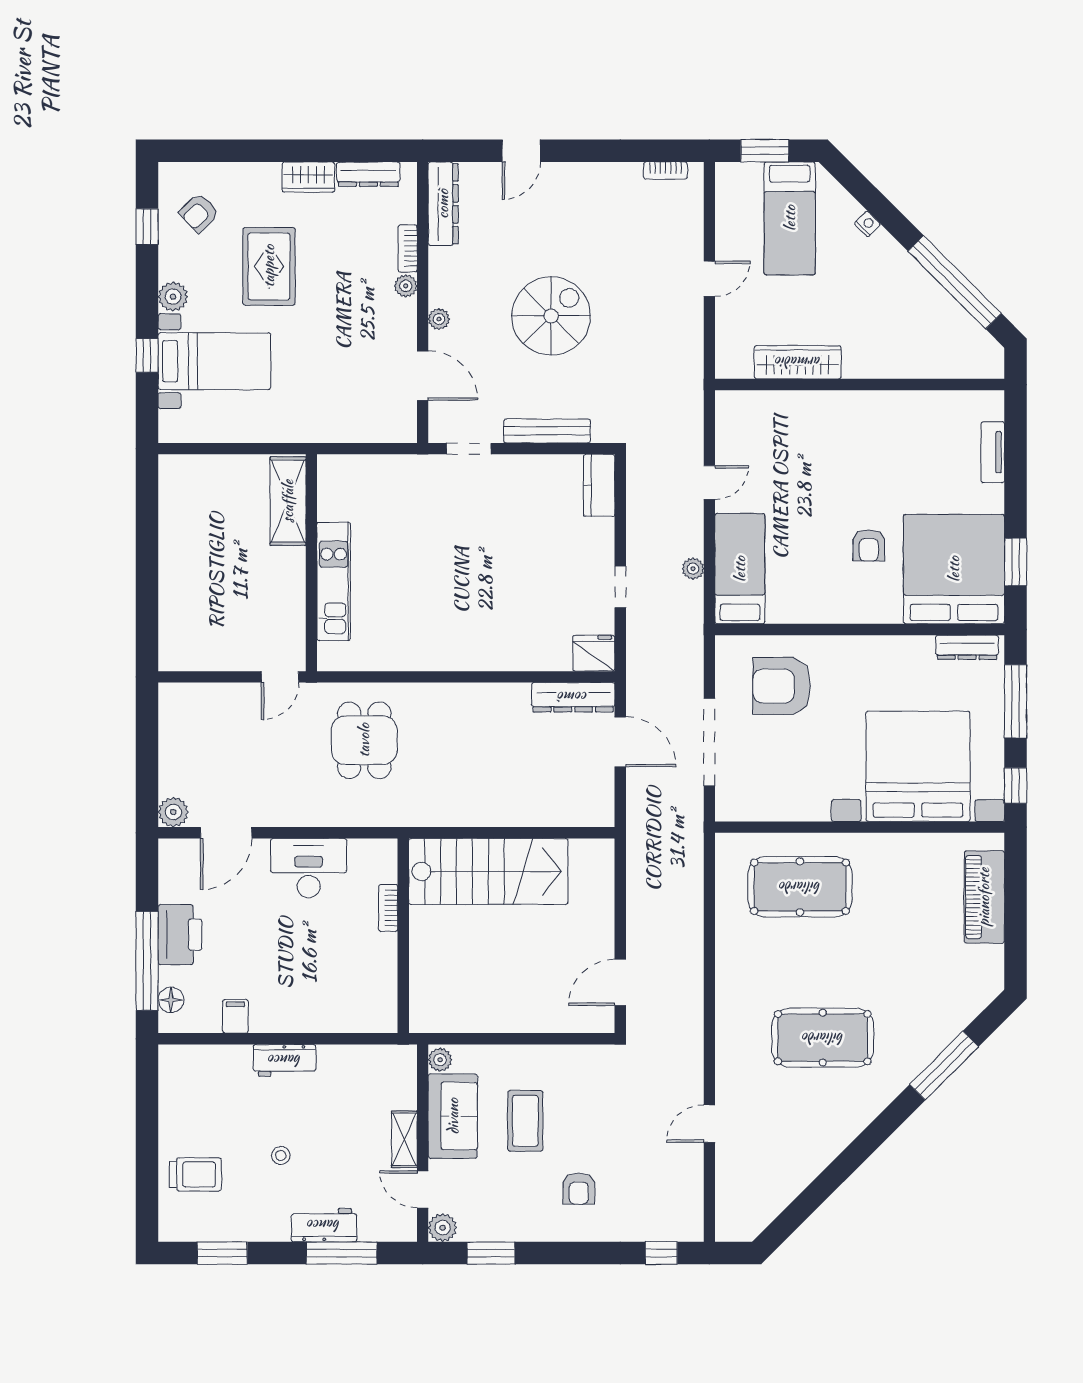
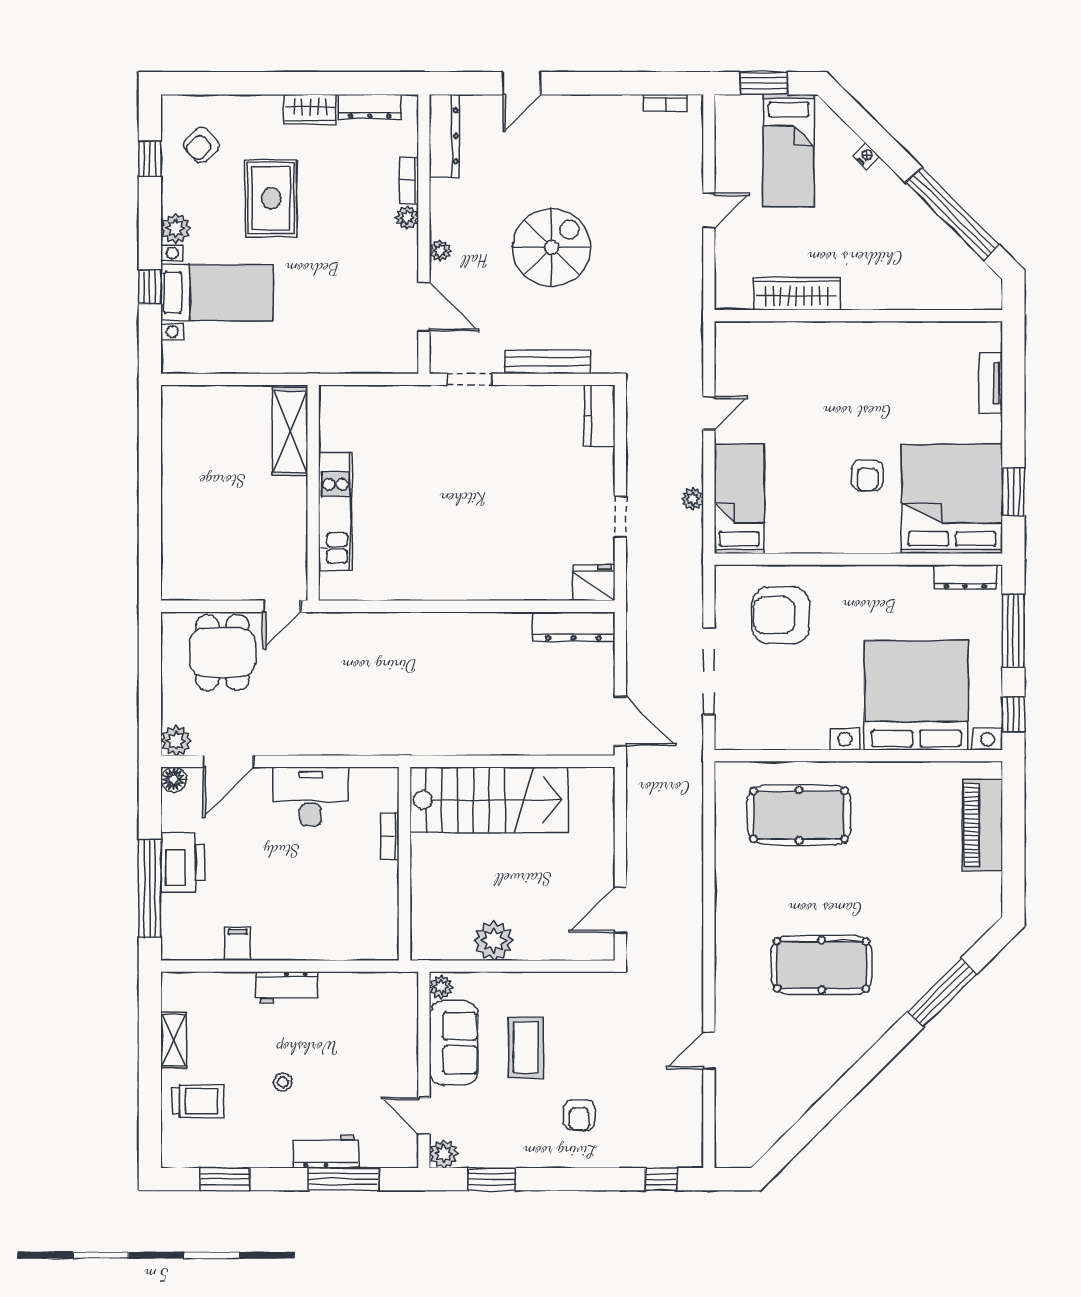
dining table: (364, 740) -> (222, 652), moved
door: (620, 742) -> (620, 721), moved
floor lamp: (171, 1000) -> (174, 779), moved
plant: (493, 1013) -> (494, 941), added
shelving: (404, 1139) -> (174, 1040), moved

